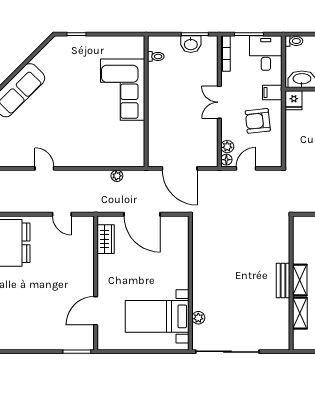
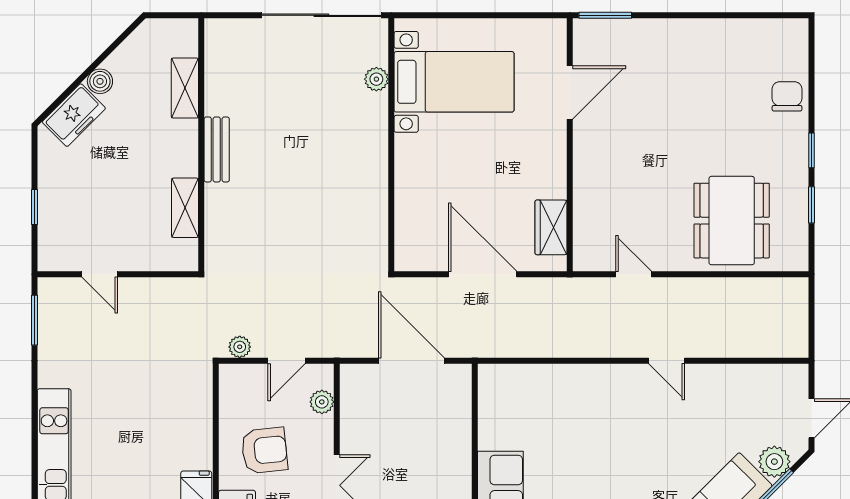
floor lamp: (226, 160) -> (323, 377), removed
plant: (117, 176) -> (240, 347), moved
shelving: (300, 280) -> (185, 208), moved

